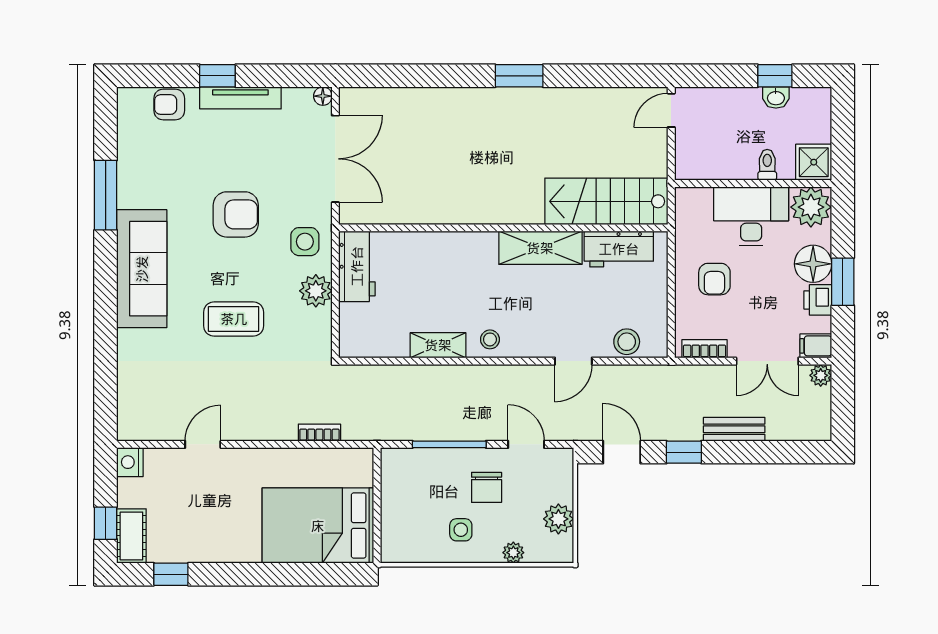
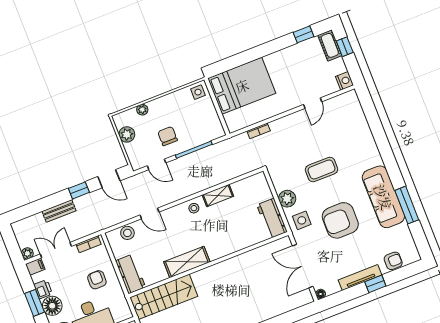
armchair: (236, 214) -> (340, 220), width x1.36, depth x1.36
workbench: (619, 249) -> (131, 274), moved, turned 90
sofa: (142, 269) -> (383, 197), moved
door: (573, 361) -> (149, 213), swing flipped
side table: (461, 530) -> (198, 92), moved

